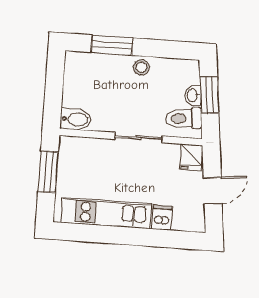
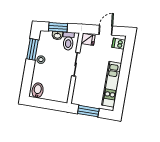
window: (112, 45) -> (33, 49), moved
bidet: (76, 119) -> (38, 90), moved
door: (213, 191) -> (106, 30), hinge flipped
dishwasher: (162, 218) -> (119, 44), moved

